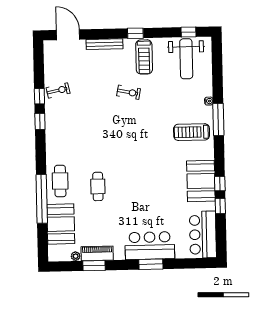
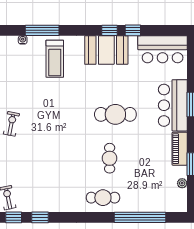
cafe table: (98, 186) -> (110, 158), turned 90
cafe table: (140, 191) -> (115, 114), added
window: (42, 199) -> (140, 217), moved
booth: (61, 224) -> (148, 198), removed
piano: (97, 253) -> (180, 149), moved

